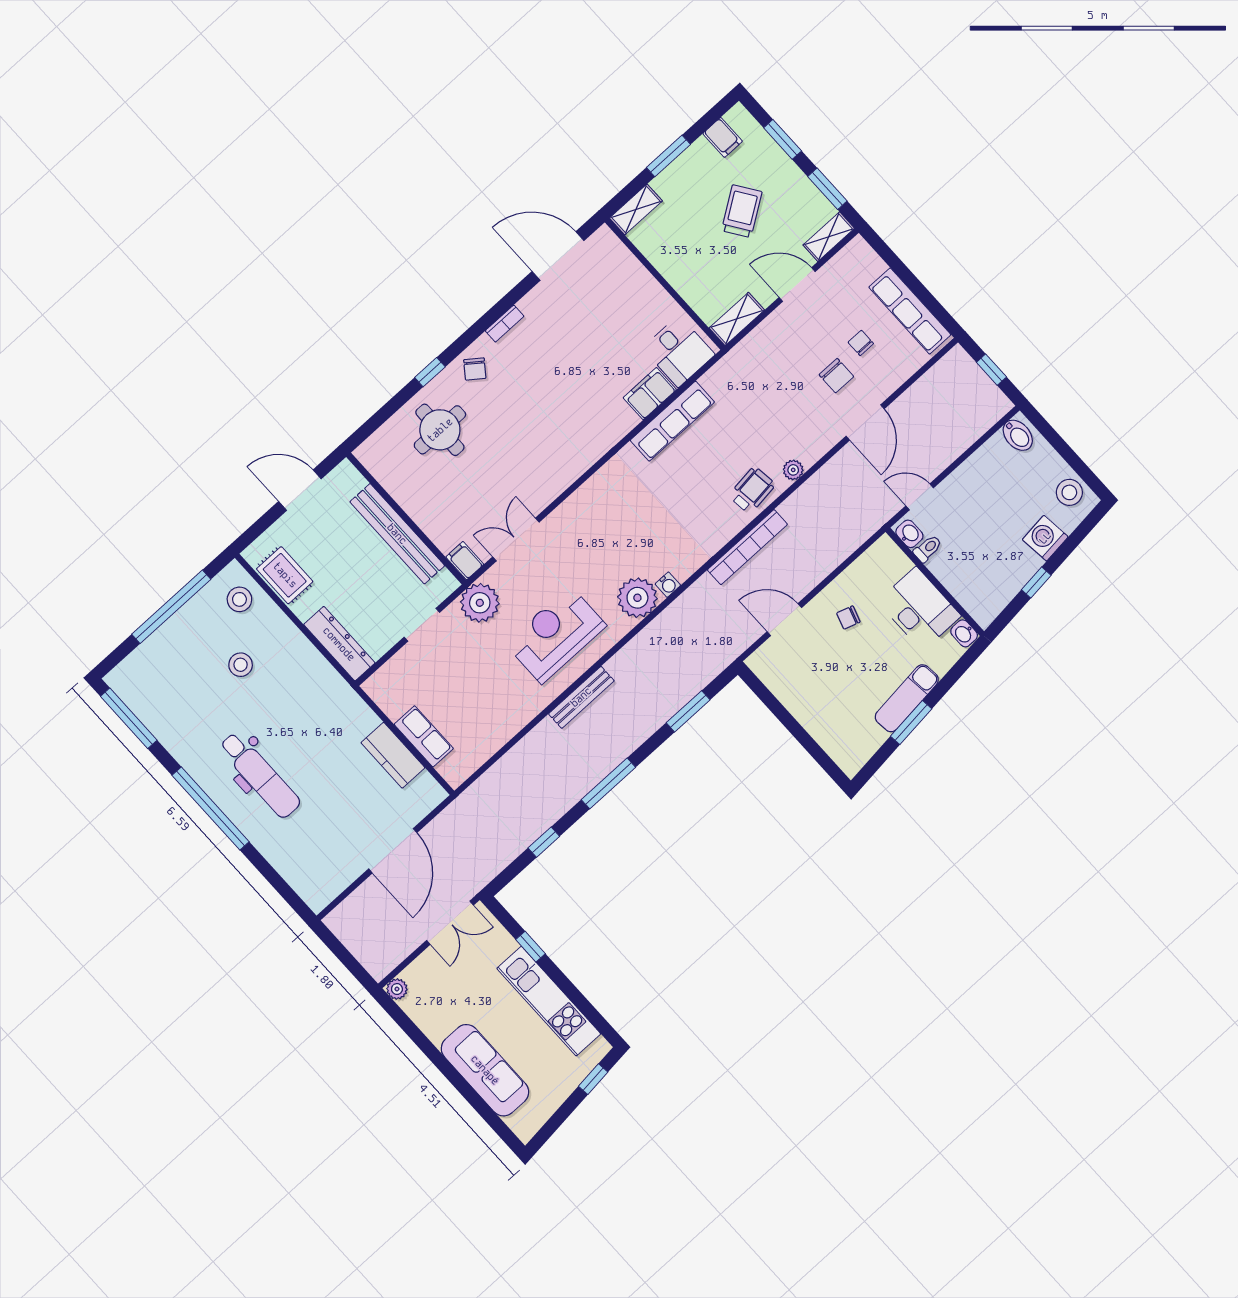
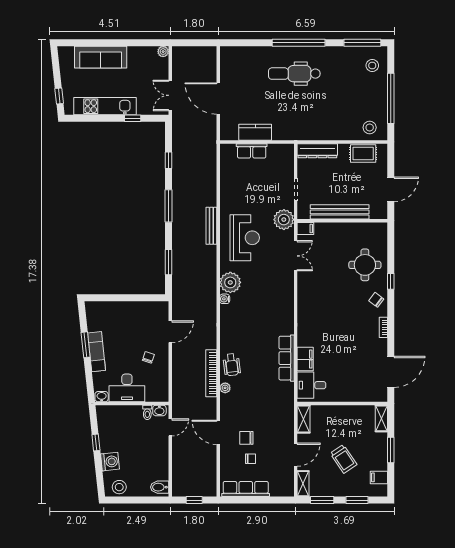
bookcase: (747, 547) -> (211, 373), moved
stool: (241, 665) -> (372, 65), moved

